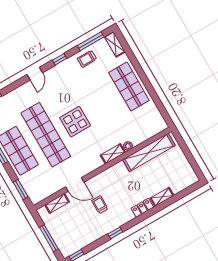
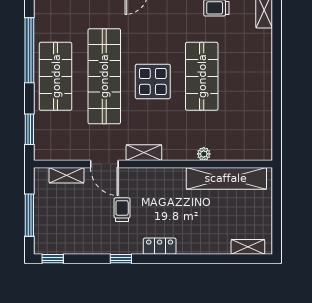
shop shelf: (129, 86) -> (202, 76), moved
shelving: (113, 154) -> (144, 153), moved
shelving: (162, 197) -> (248, 247), moved
locker: (142, 208) -> (160, 246), moved

